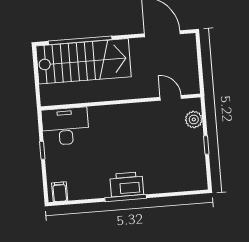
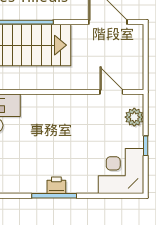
corner desk: (185, 170) -> (121, 171), added
printer: (127, 184) -> (56, 185), width x0.53, depth x0.68

